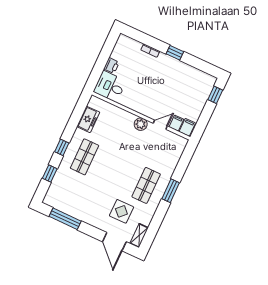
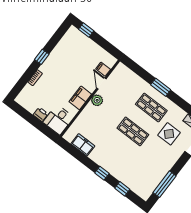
filing cabinet: (187, 127) -> (80, 98), moved, width x2.00
shop shelf: (85, 157) -> (133, 131), moved

